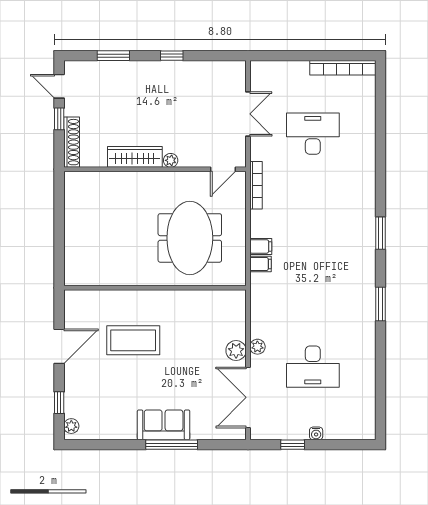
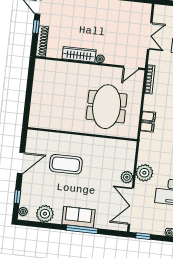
plant: (257, 347) -> (144, 173), width x1.87, depth x1.87
plant: (108, 426) -> (45, 214), added
window: (293, 445) -> (143, 236), moved

